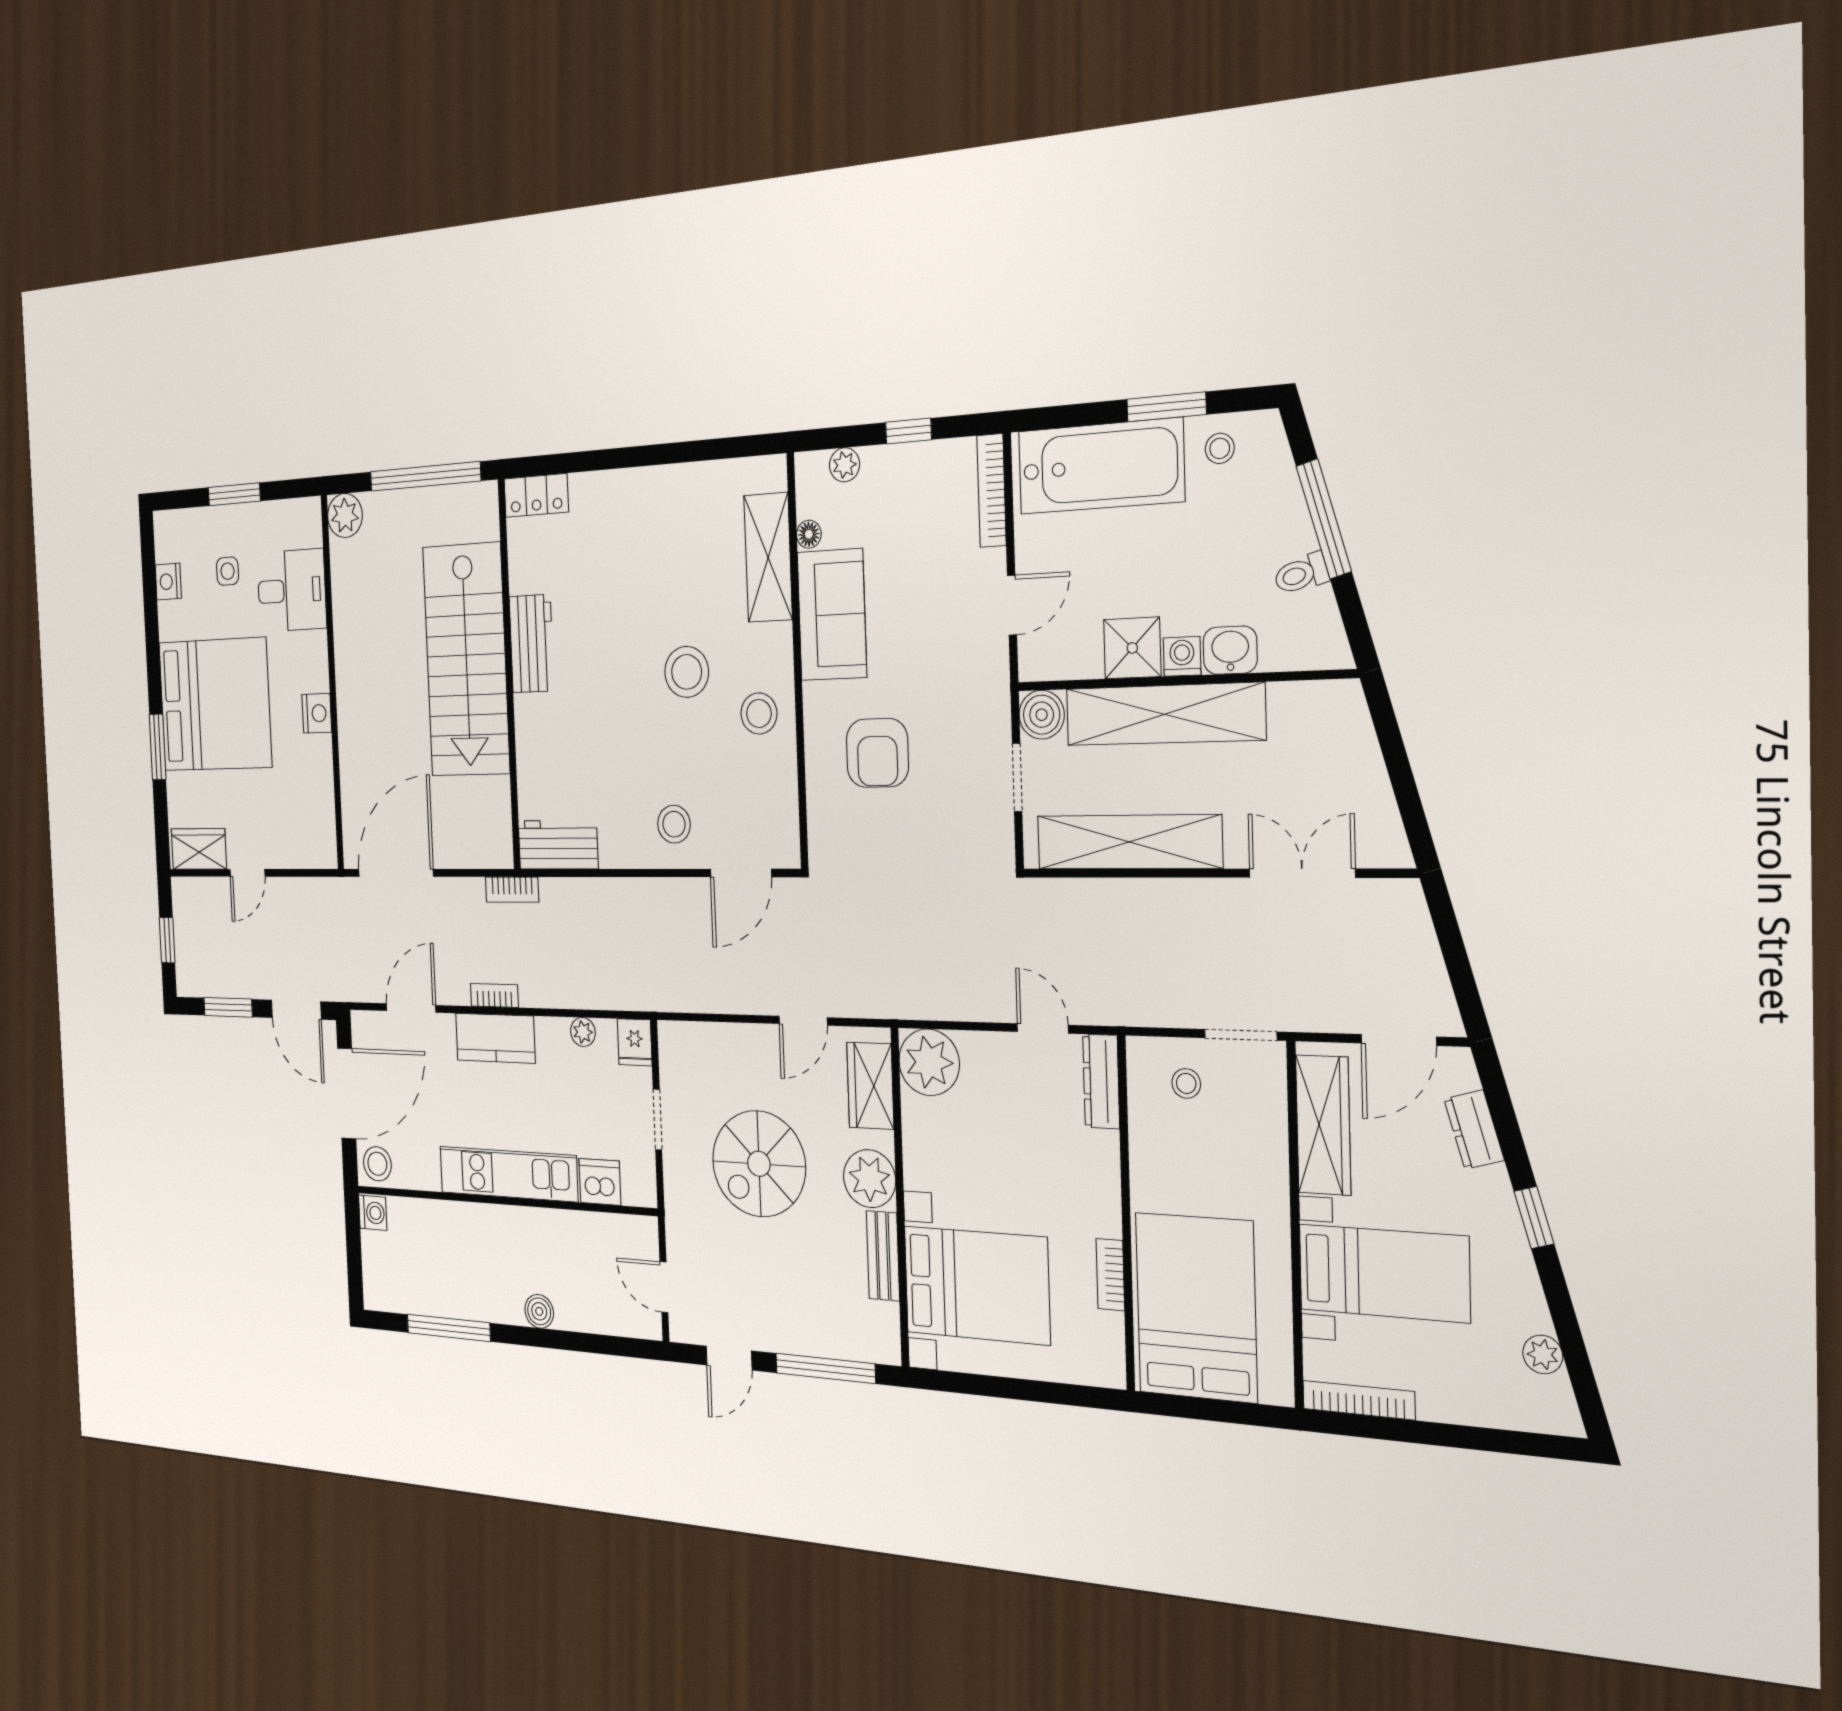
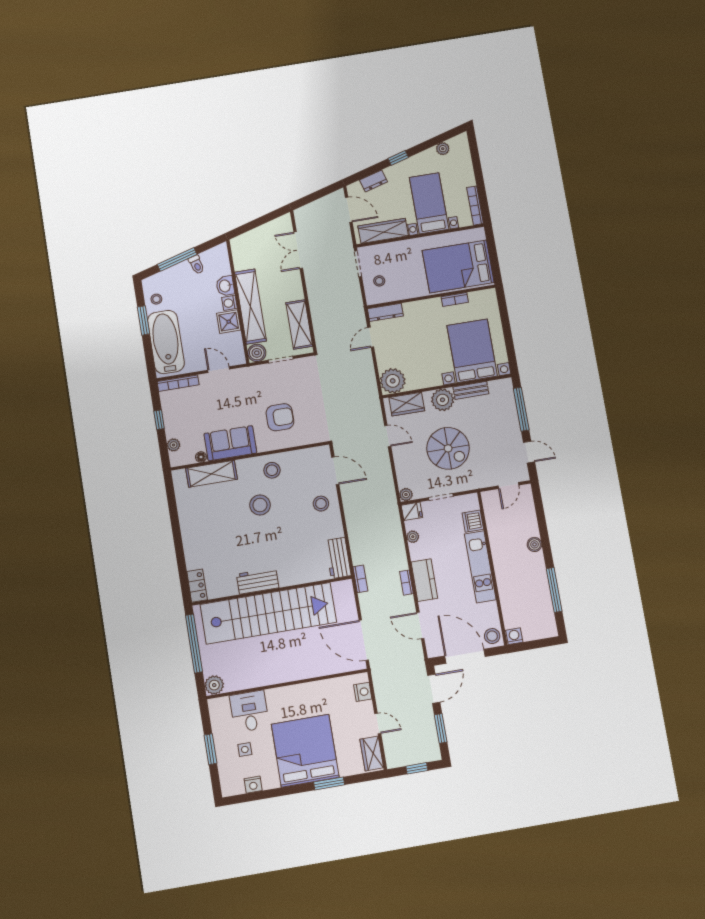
stairs: (466, 660) -> (268, 613), width x1.36
nightstand: (317, 713) -> (363, 692), moved, turned 90
shelving: (1129, 842) -> (299, 324), width x0.68
plant: (671, 1036) -> (406, 495), added

